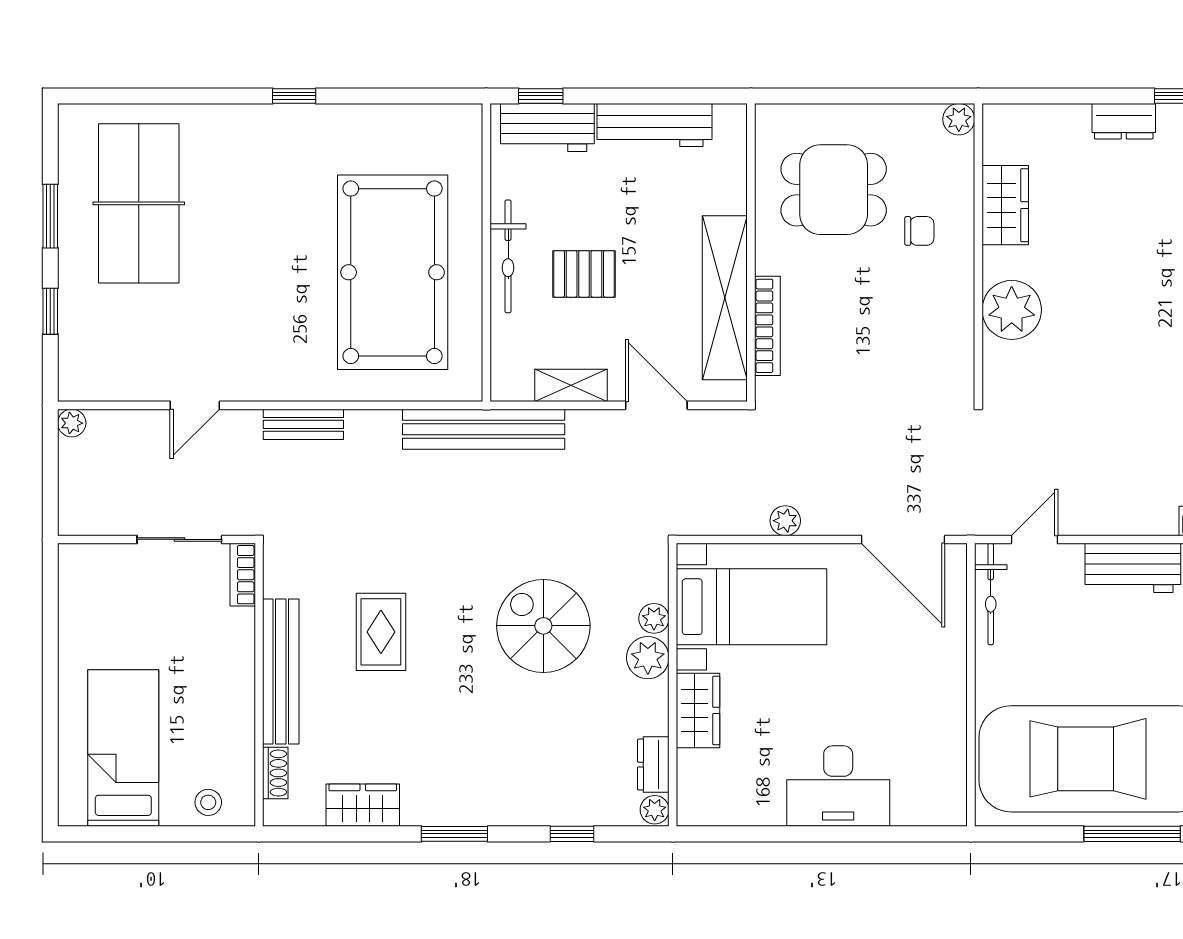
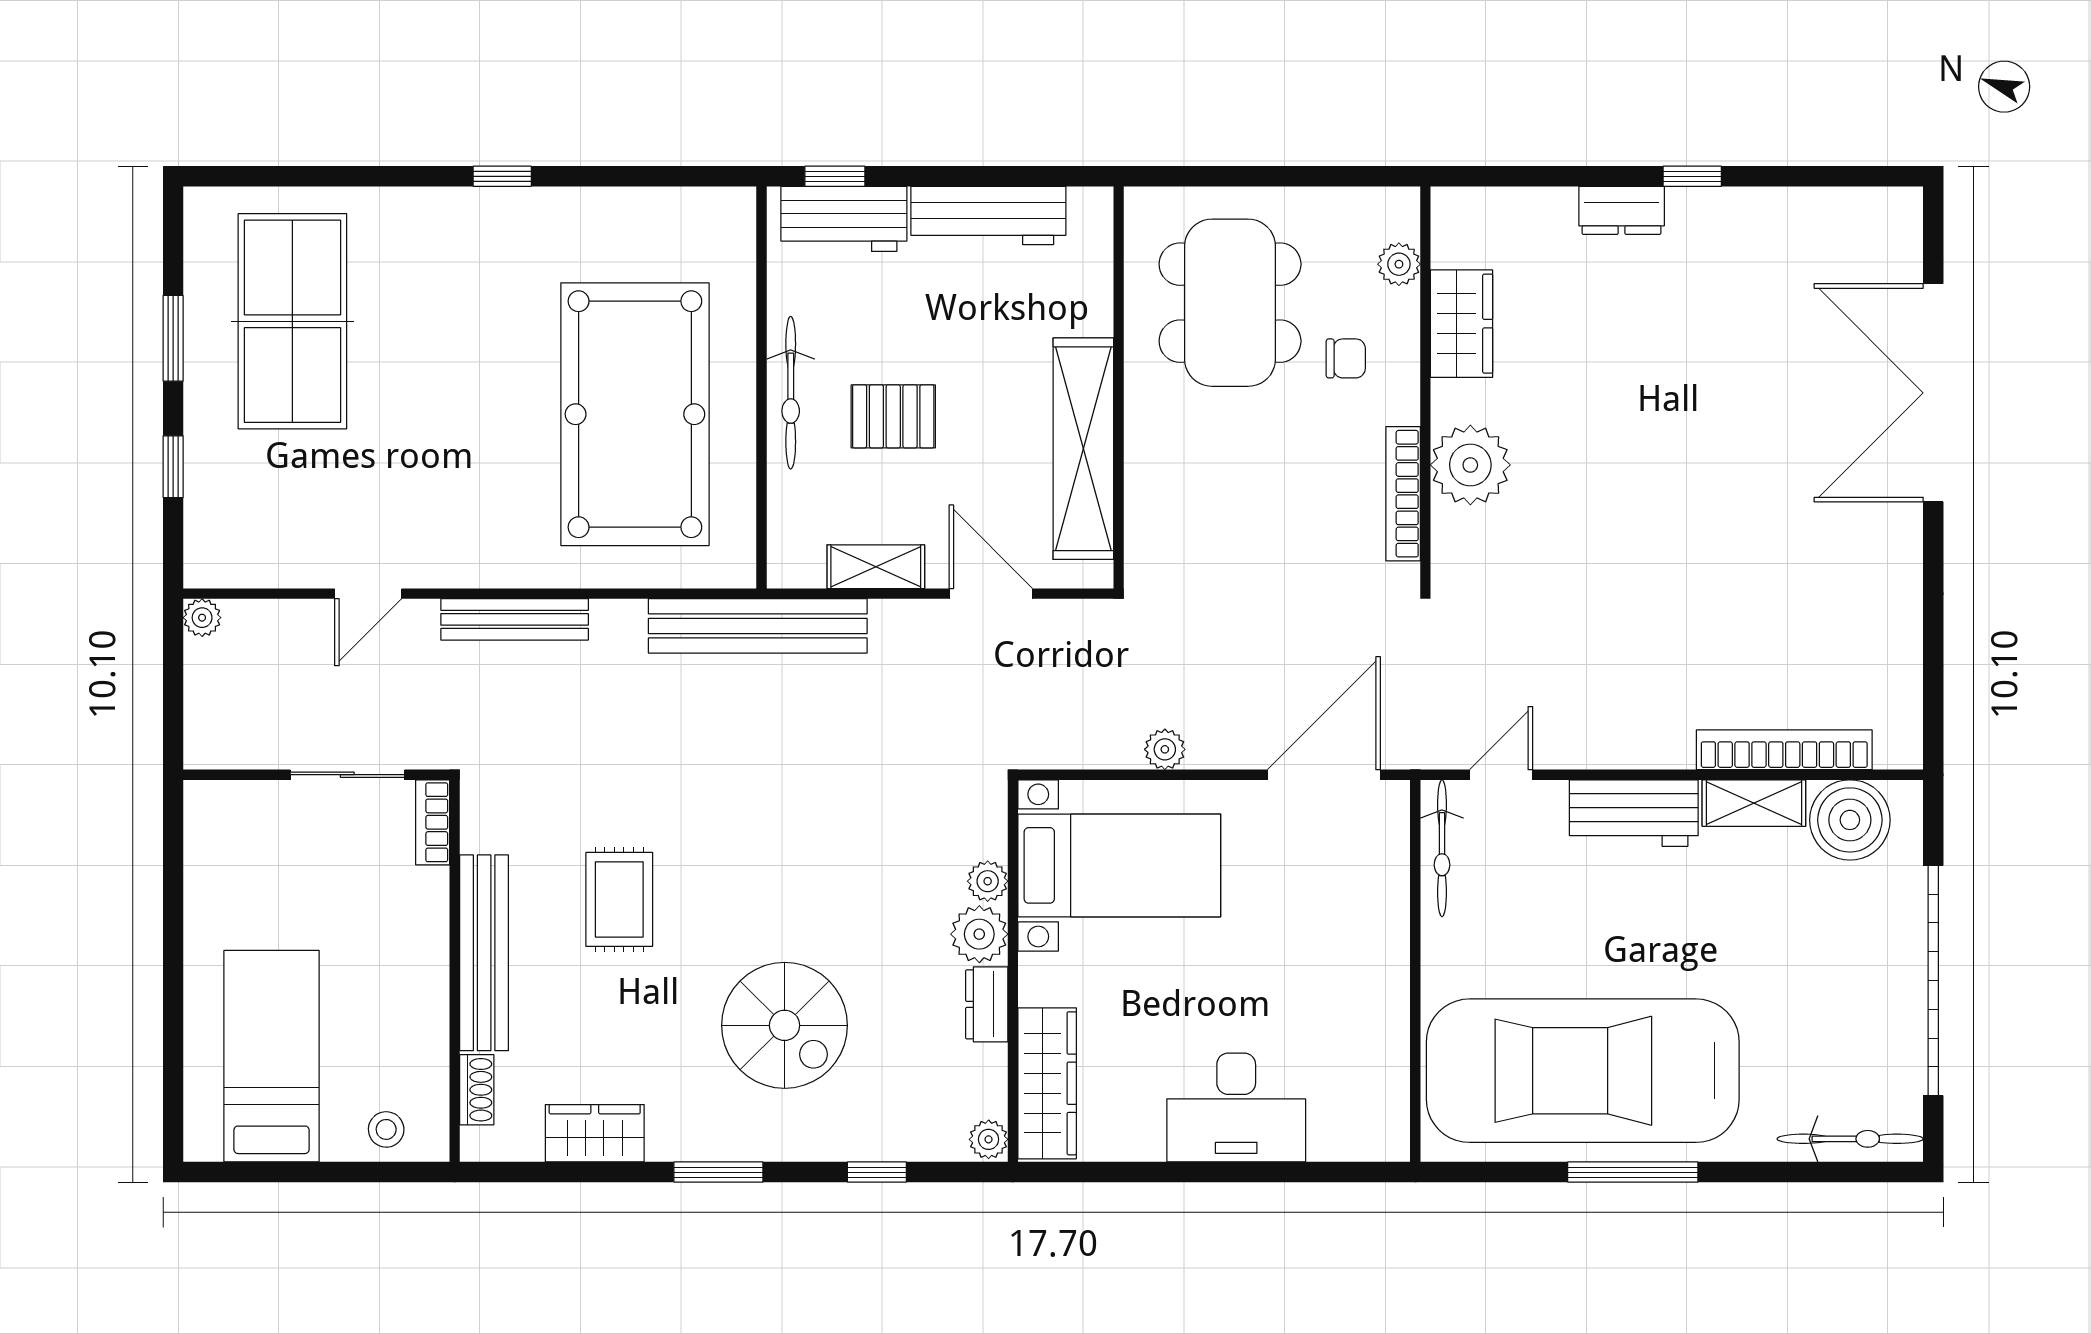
plant: (959, 119) -> (1399, 264), moved
dining table: (834, 190) -> (1230, 303), width x1.37
bookcase: (767, 326) -> (1403, 494), moved, turned 180
bench: (303, 424) -> (515, 619), width x1.36
door: (903, 539) -> (1324, 775), swing flipped
spiral stairs: (543, 626) -> (785, 1025), moved, turned 180
wardrobe: (698, 710) -> (1047, 1083), moved, width x1.50
dresser: (653, 765) -> (987, 1004), moved

